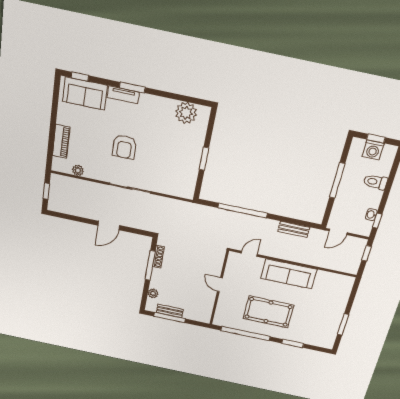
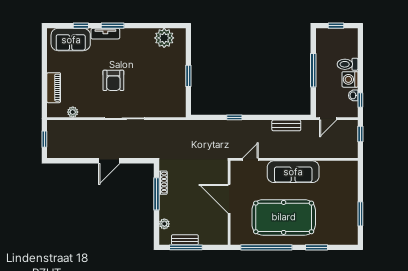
window: (80, 77) -> (81, 26), moved
washing machine: (373, 150) -> (350, 79), moved, turned 90
window: (243, 211) -> (234, 117), width x0.32
door: (220, 285) -> (229, 199), width x1.88
pool table: (268, 312) -> (284, 217), width x1.36, depth x1.32

